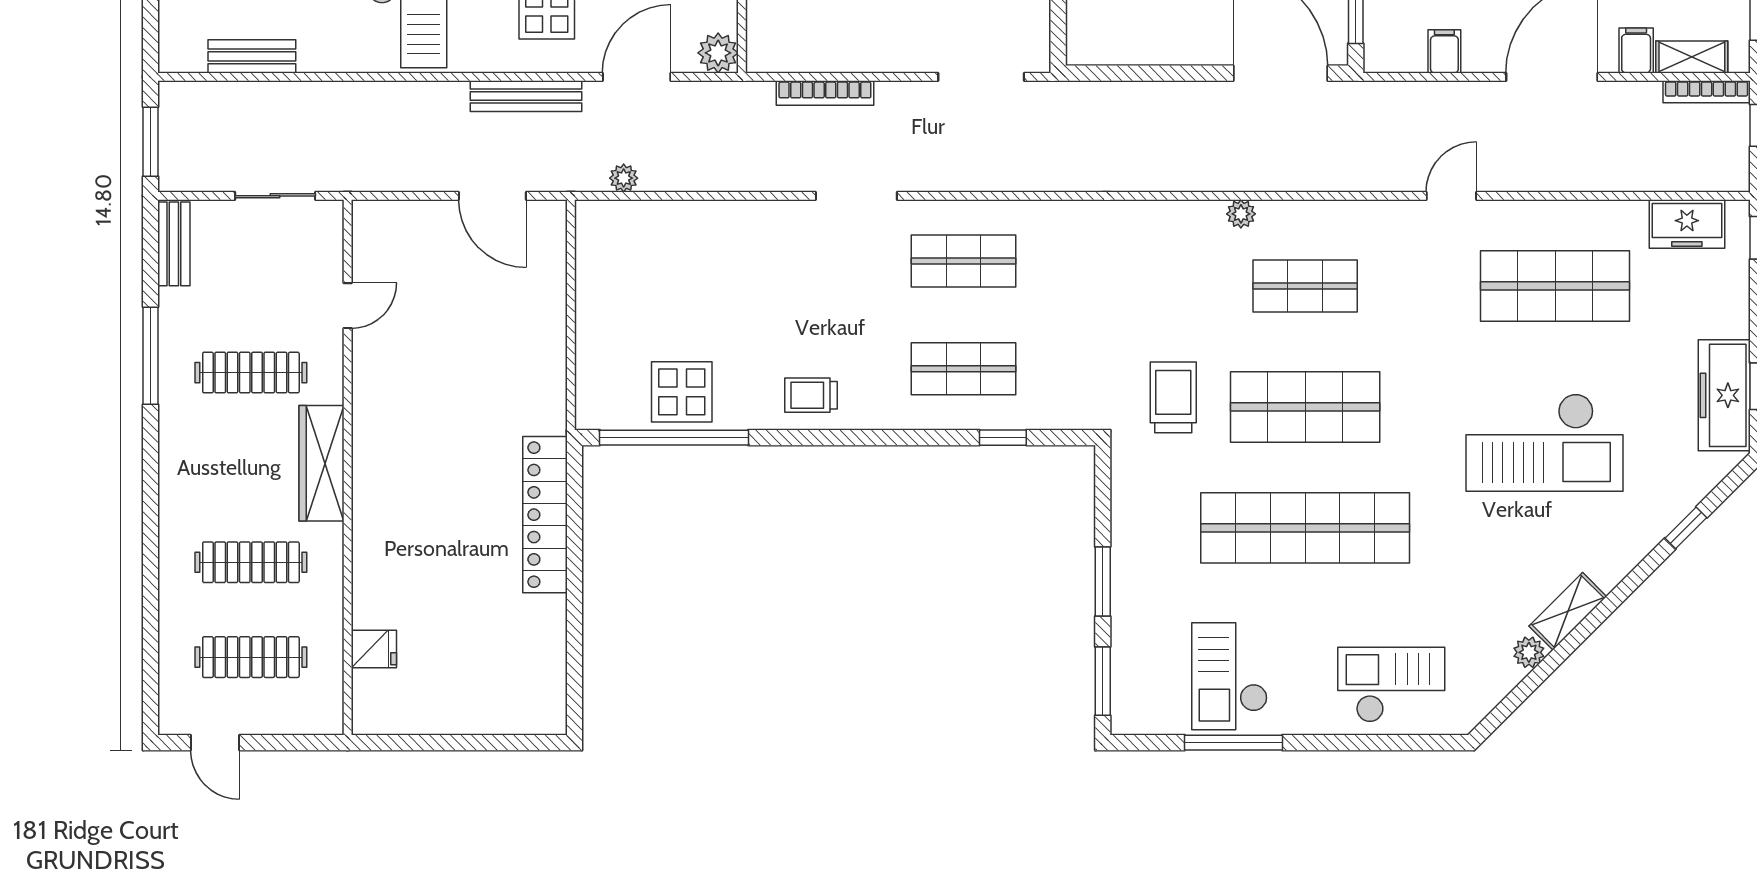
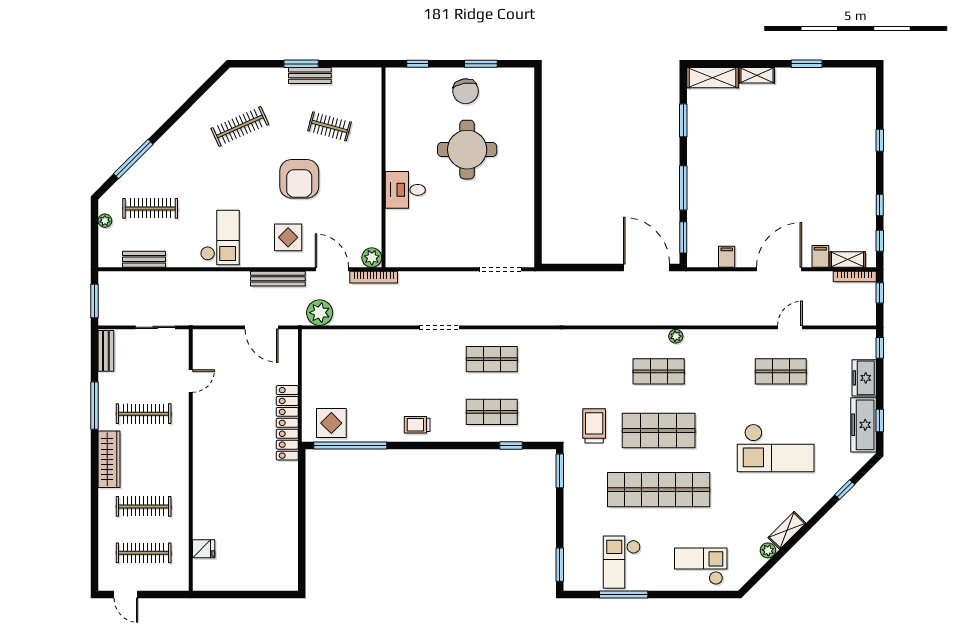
door: (637, 77) -> (332, 269), hinge flipped
bookcase: (825, 93) -> (374, 277), moved
plant: (624, 178) -> (320, 313), width x1.88, depth x1.88
door: (1451, 196) -> (790, 327), moved
plant: (1241, 214) -> (676, 336), moved
freezer: (1687, 224) -> (864, 378), moved, turned 90
shop shelf: (1555, 286) -> (781, 371), width x0.70, depth x0.74
display table: (682, 392) -> (331, 423), moved
wardrobe: (321, 463) -> (109, 459), moved, turned 180
locker: (545, 515) -> (287, 423), moved
window: (1103, 582) -> (560, 471), moved

